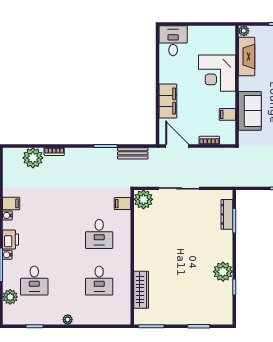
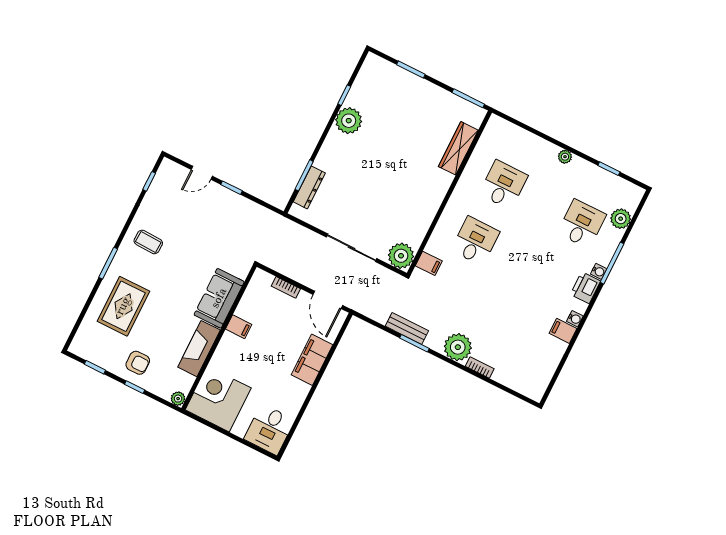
fireplace: (247, 57) -> (199, 349), moved
corner desk: (217, 73) -> (218, 399), moved, turned -90
filing cabinet: (227, 114) -> (239, 327), moved
bench: (133, 153) -> (407, 328), moved
plant: (33, 158) -> (458, 347), moved

